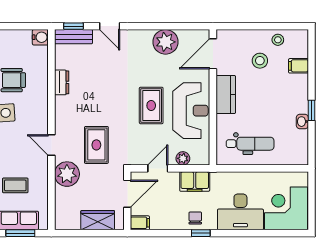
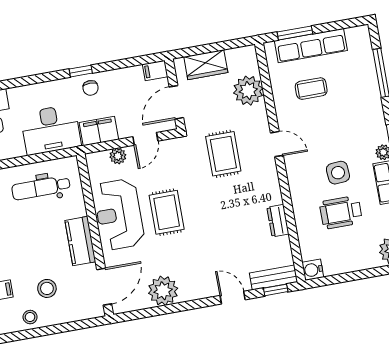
plant: (67, 174) -> (248, 91), moved
desk: (240, 212) -> (51, 130), moved, turned 180

